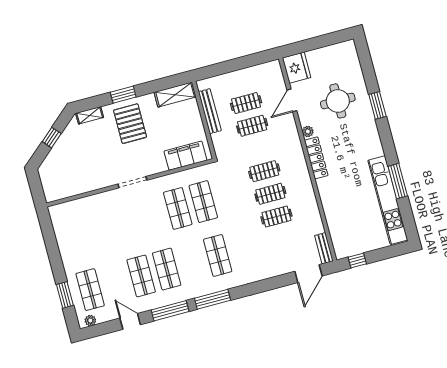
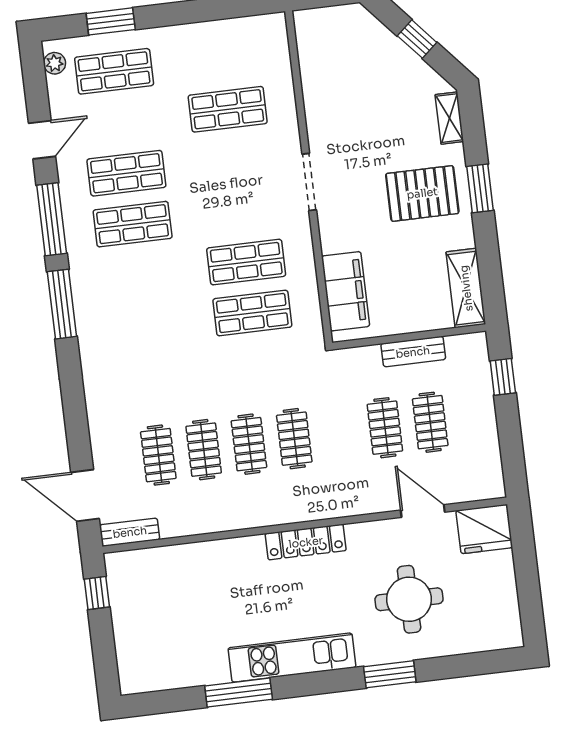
window: (218, 69) -> (503, 377), added
bench: (210, 111) -> (413, 352), width x0.73
plant: (308, 131) -> (359, 533), removed
kitchen unit: (388, 200) -> (292, 658), moved, width x0.73
clothes rail: (283, 239) -> (158, 455), added
shop shelf: (218, 255) -> (228, 109), moved

